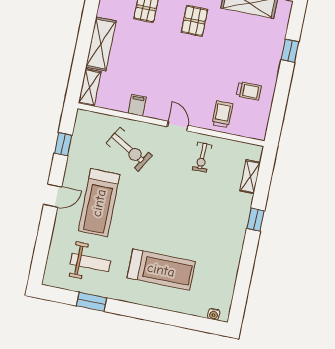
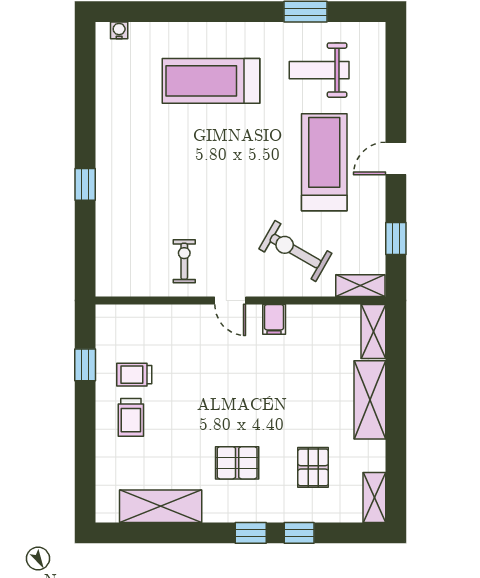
pallet: (194, 21) -> (237, 463), turned 90
window: (290, 51) -> (85, 365), moved
filing cabinet: (137, 105) -> (274, 319), moved
trolley: (222, 114) -> (131, 417), moved
shelving: (250, 177) -> (360, 286), moved, turned 90

